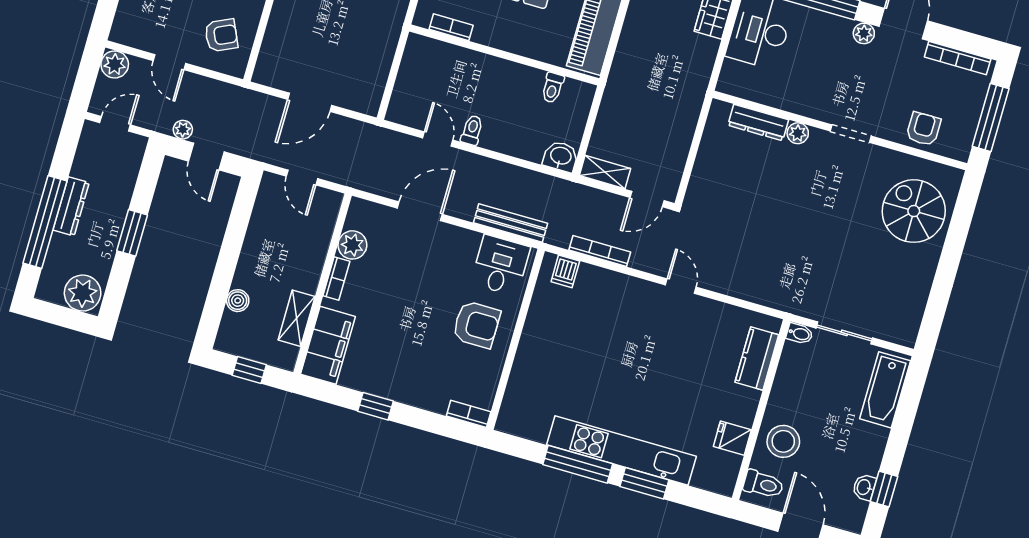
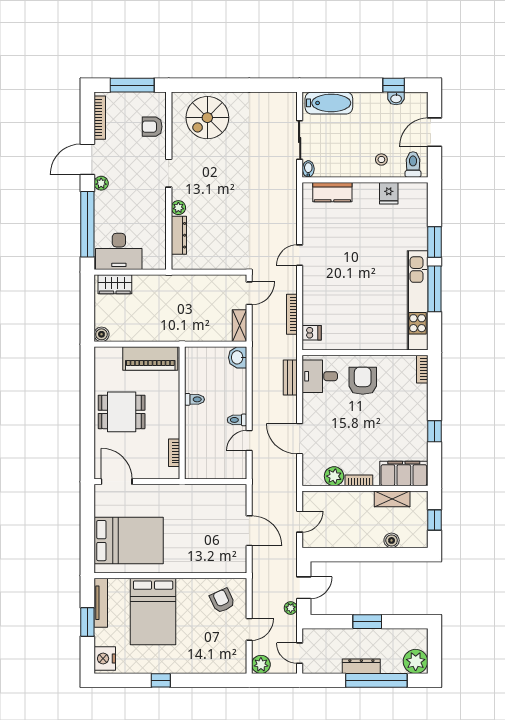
toilet: (553, 88) -> (194, 399), moved
door: (647, 199) -> (249, 293), hinge flipped
bench: (511, 223) -> (290, 378), width x0.73
plant: (83, 293) -> (416, 661), moved
stool: (783, 441) -> (381, 160), width x0.53, depth x0.53
kitchen unit: (621, 451) -> (418, 300), moved

